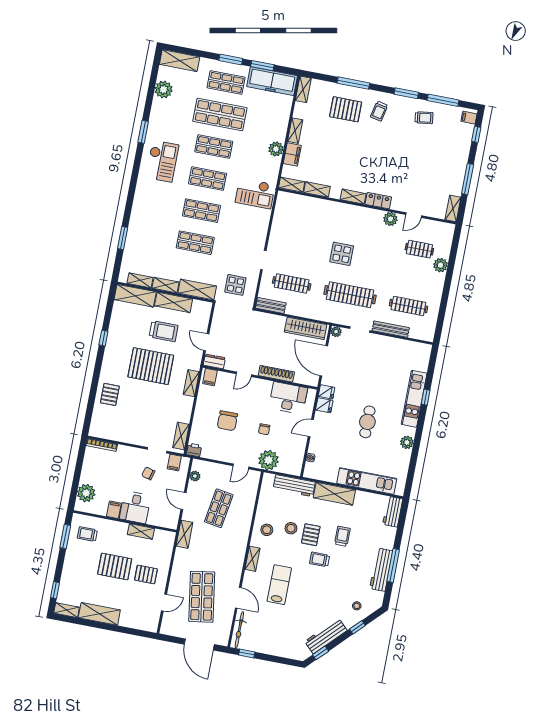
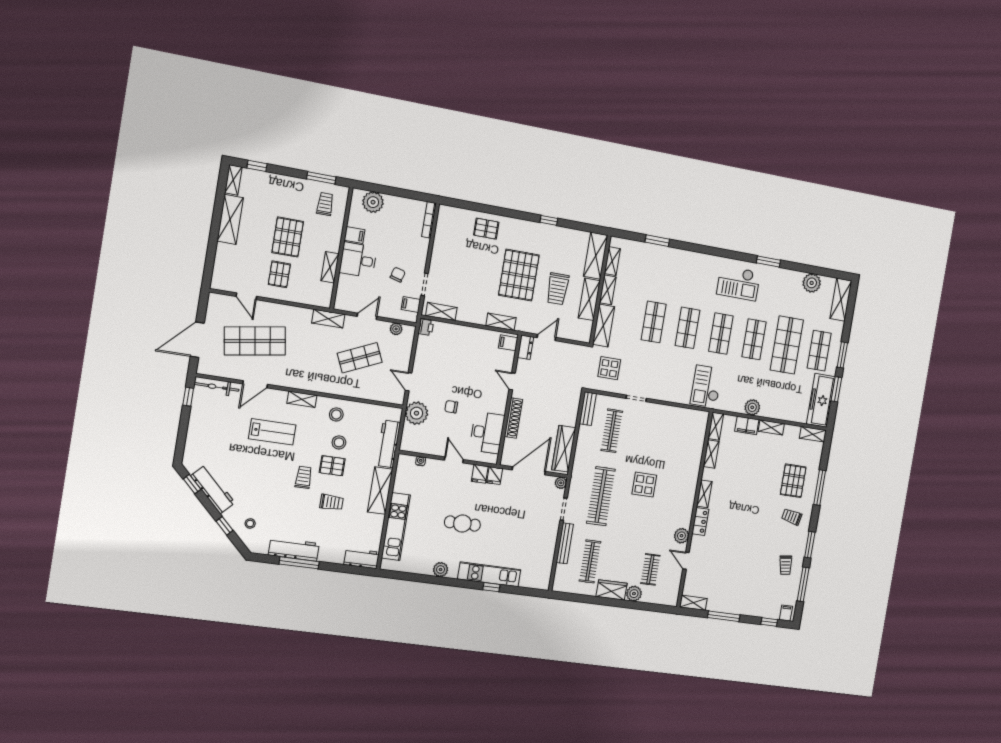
wardrobe: (436, 286) -> (612, 590), added
chair: (227, 421) -> (460, 364), removed
shop shelf: (219, 508) -> (360, 358), turned -33

